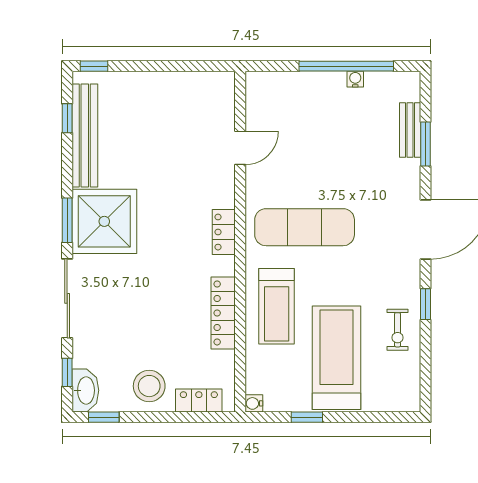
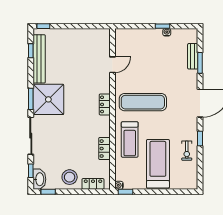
window: (346, 66) -> (163, 26), width x0.32
locker: (223, 313) -> (104, 149), width x0.66
window: (307, 417) -> (125, 192), moved

